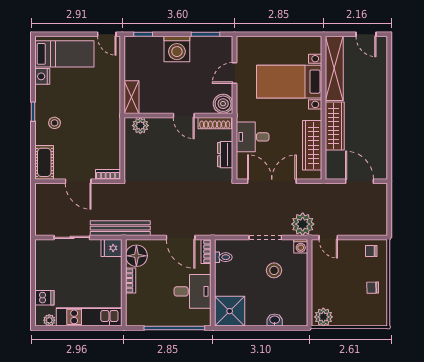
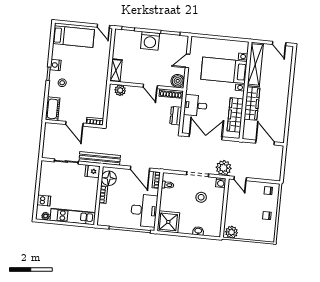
nightstand: (42, 76) -> (56, 65), moved
desk: (192, 291) -> (144, 210), width x1.37

